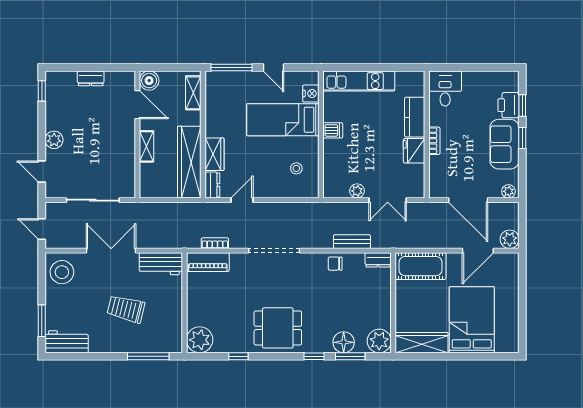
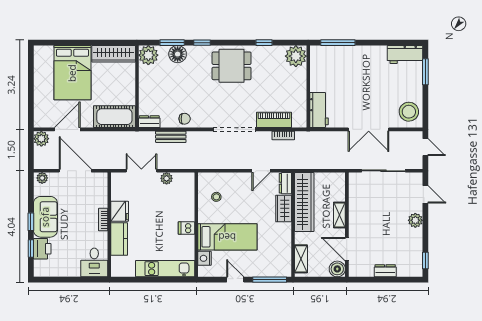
piano: (208, 262) -> (274, 120), moved
workbench: (161, 264) -> (319, 110), moved, turned 90
trolley: (126, 309) -> (356, 81), removed

